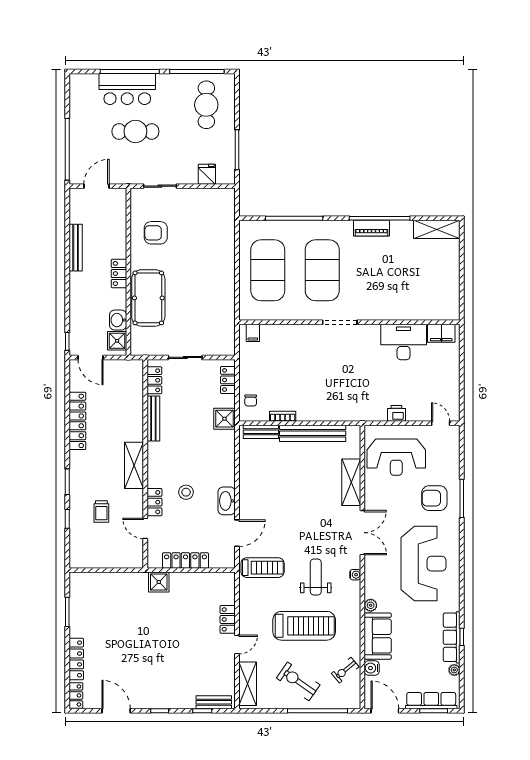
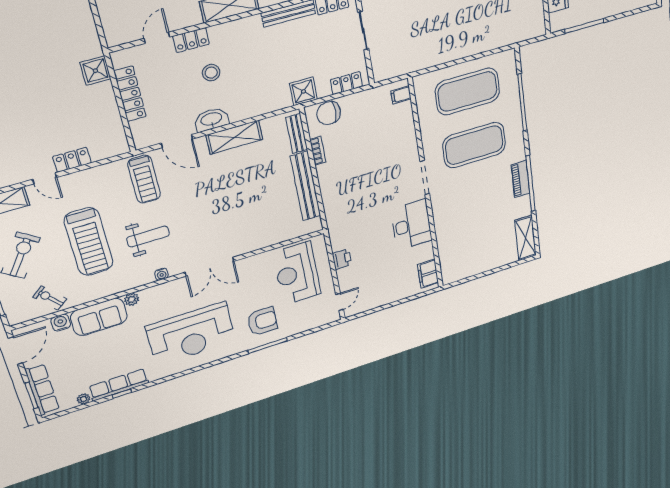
desk: (404, 342) -> (411, 225), moved
chair: (251, 400) -> (329, 113), width x1.87, depth x1.87
shelving: (351, 482) -> (234, 137), moved
armchair: (434, 498) -> (262, 321), turned 90

